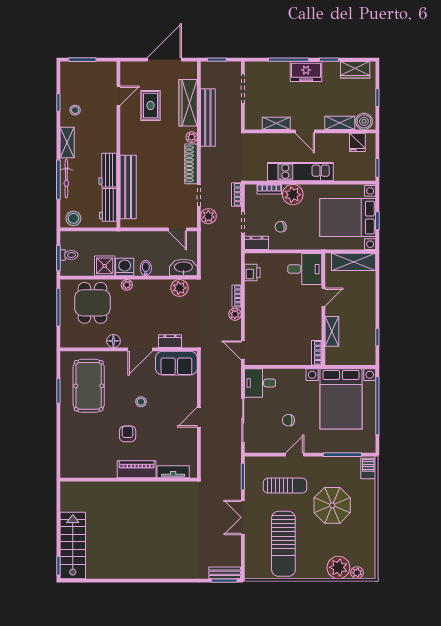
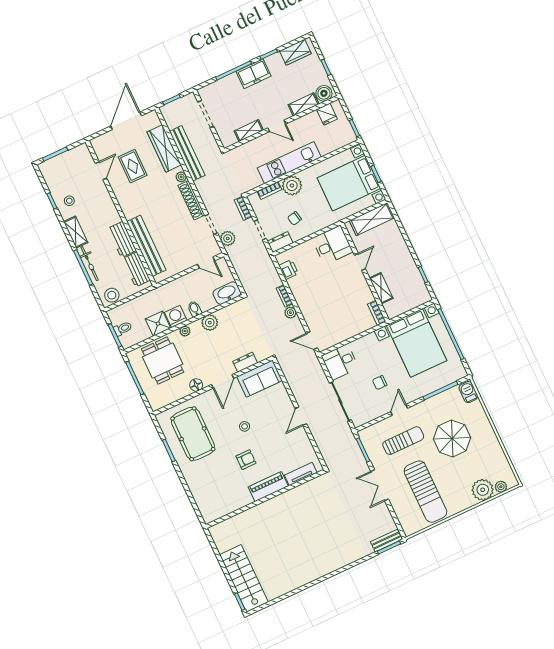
plant: (179, 288) -> (210, 323), moved
armchair: (128, 434) -> (246, 460), turned 90

